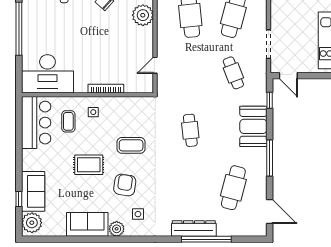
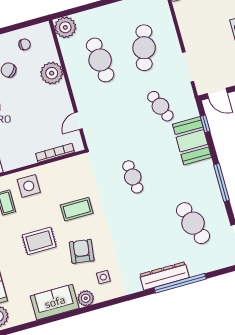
bookcase: (106, 89) -> (55, 153), moved
side table: (93, 112) -> (29, 186), width x1.87, depth x1.87
booth: (253, 126) -> (192, 141), moved
cafe table: (233, 188) -> (193, 223), turned -33

